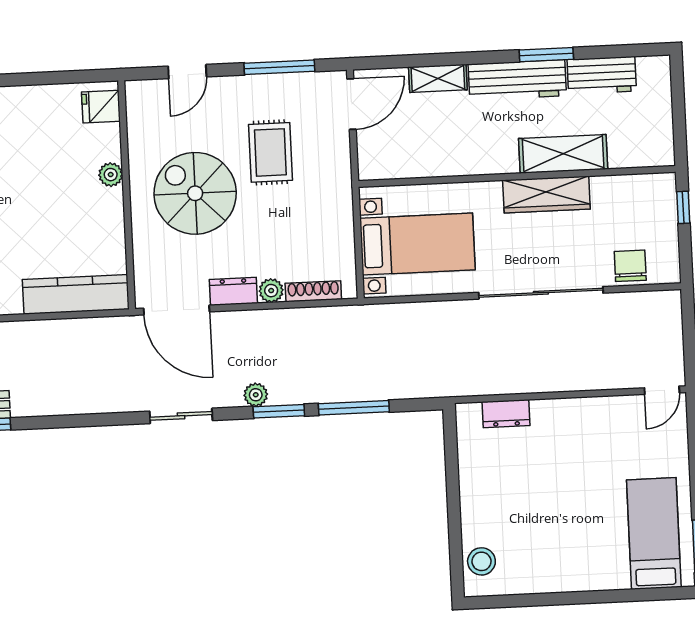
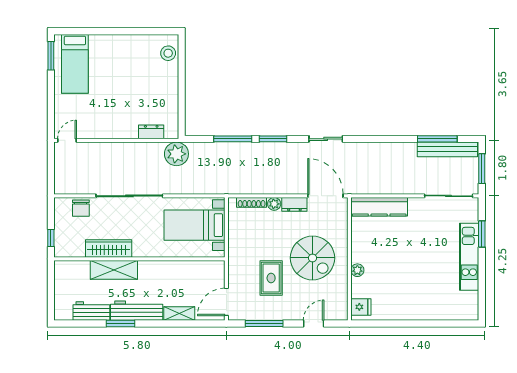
wardrobe: (546, 194) -> (109, 248), moved
plant: (256, 395) -> (176, 154), moved, width x1.88, depth x1.88

